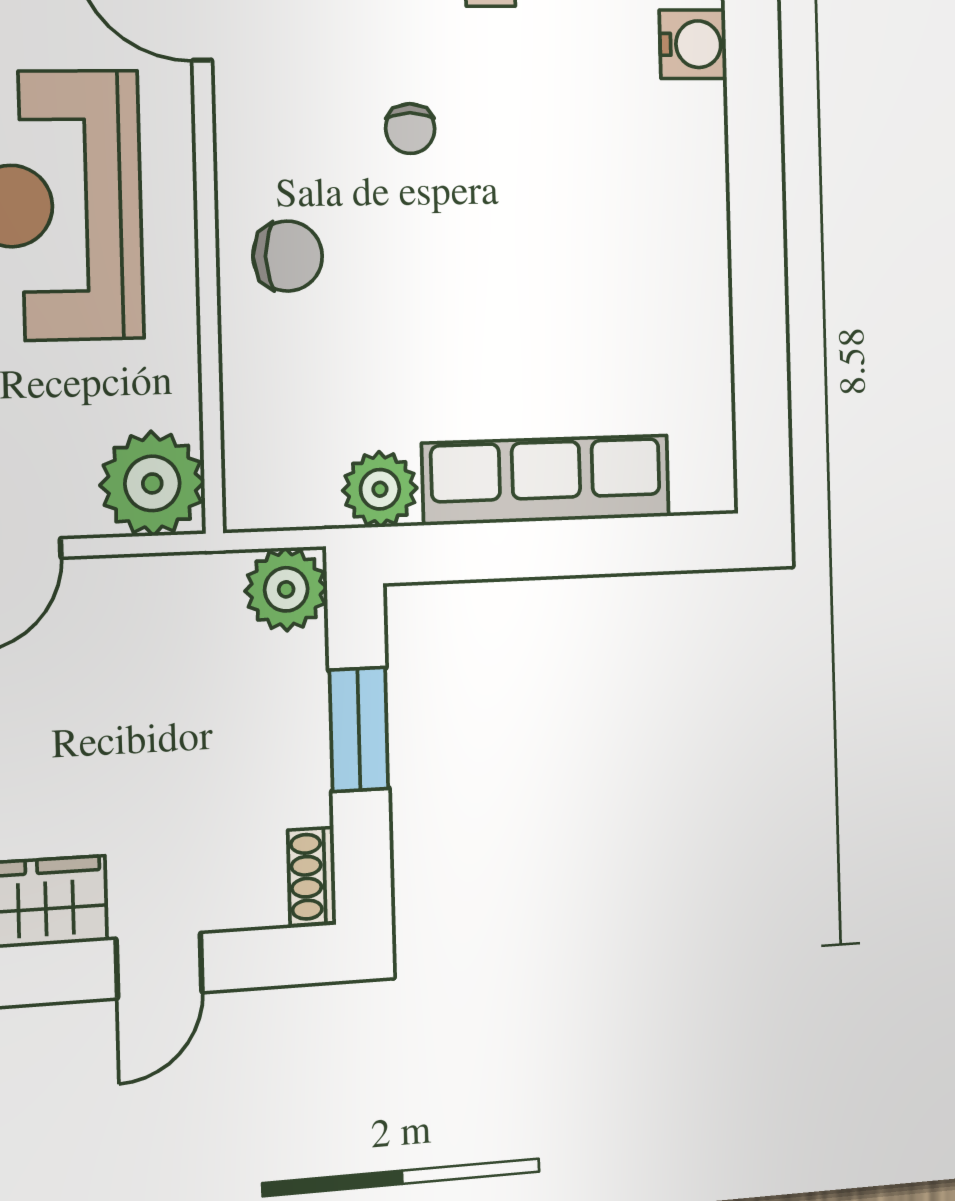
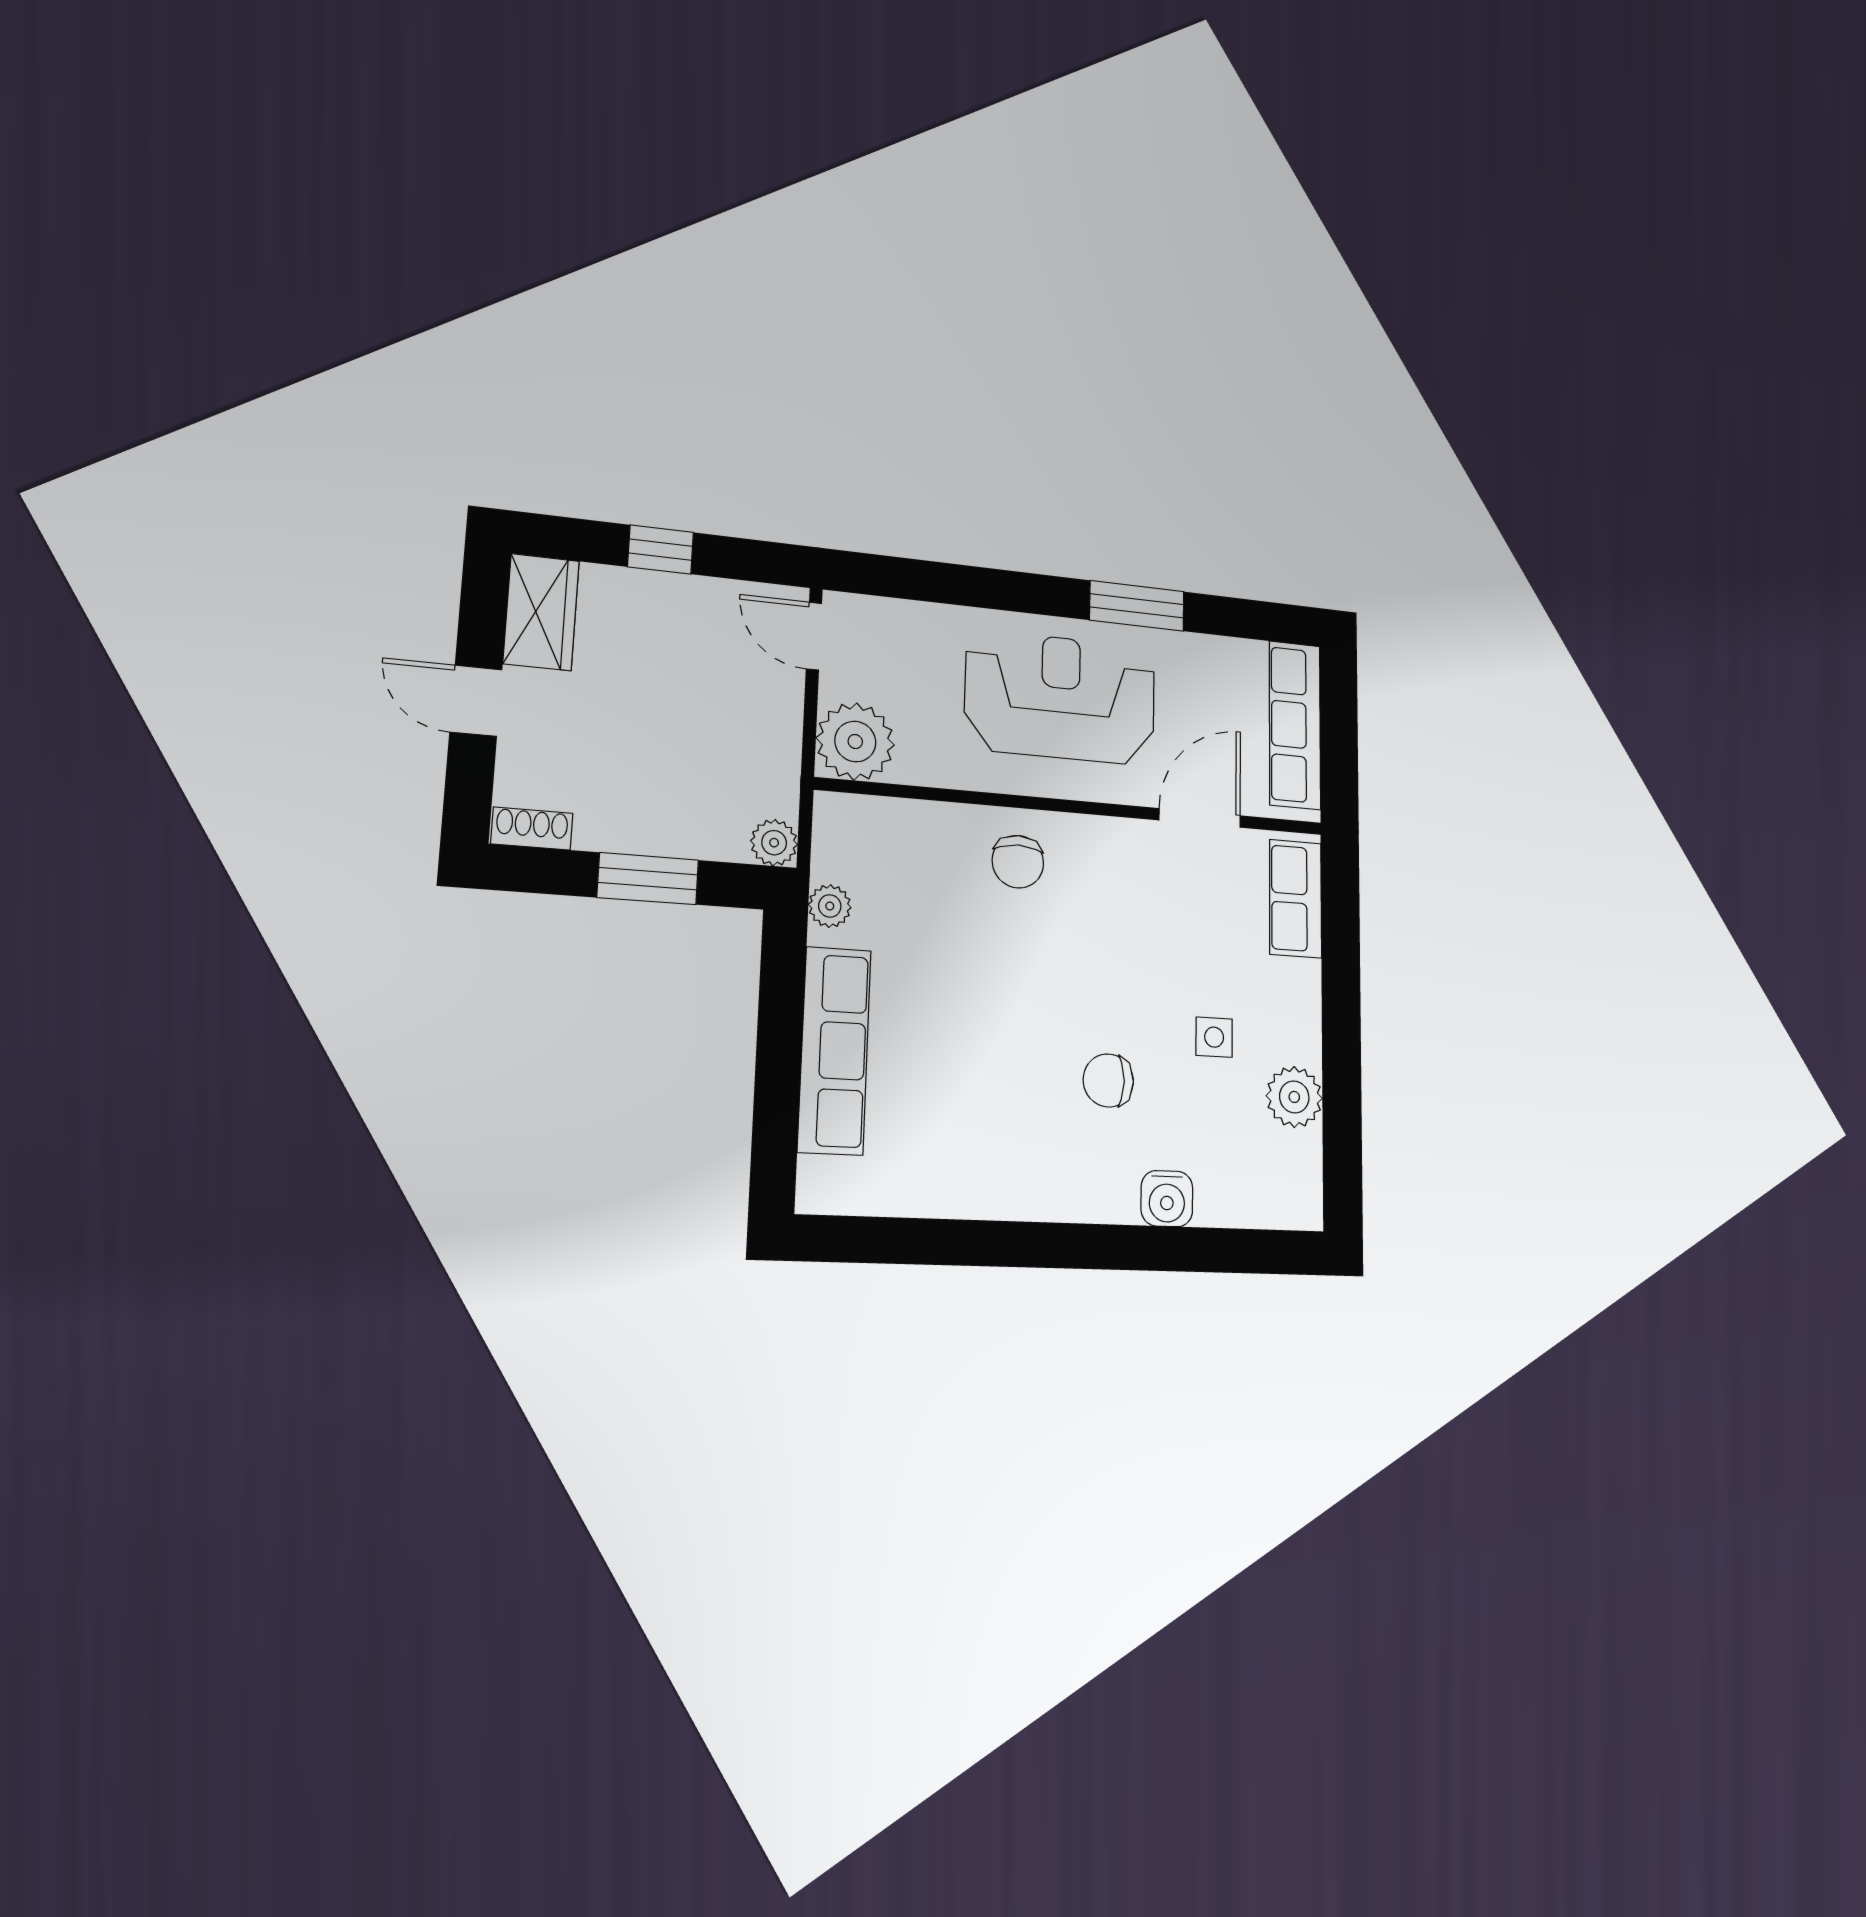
chair: (410, 129) -> (1108, 1080), moved, width x1.37, depth x1.37
plant: (380, 489) -> (830, 906), width x0.73, depth x0.73
plant: (286, 589) -> (774, 843), width x0.73, depth x0.73

